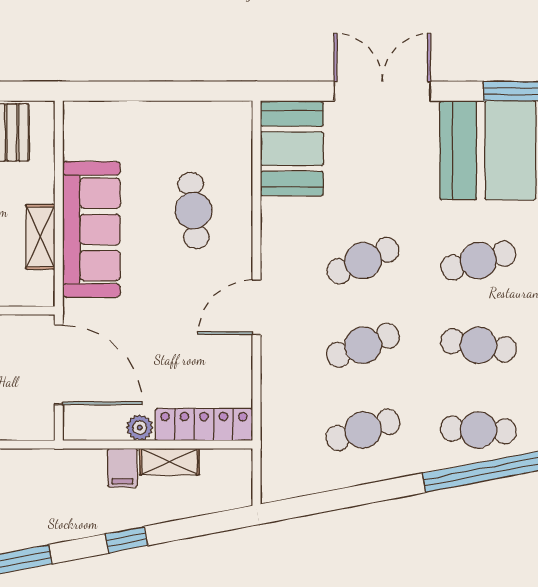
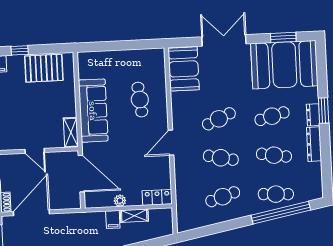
shelving: (40, 237) -> (71, 132), moved
cafe table: (363, 345) -> (221, 158), turned 33
locker: (204, 425) -> (157, 197), width x0.66

